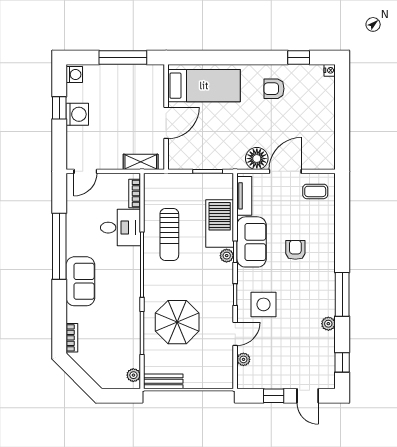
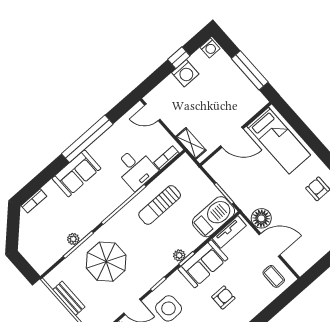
barbecue: (220, 224) -> (214, 217), moved
plant: (133, 375) -> (73, 239), moved
bench: (163, 381) -> (69, 298), moved

